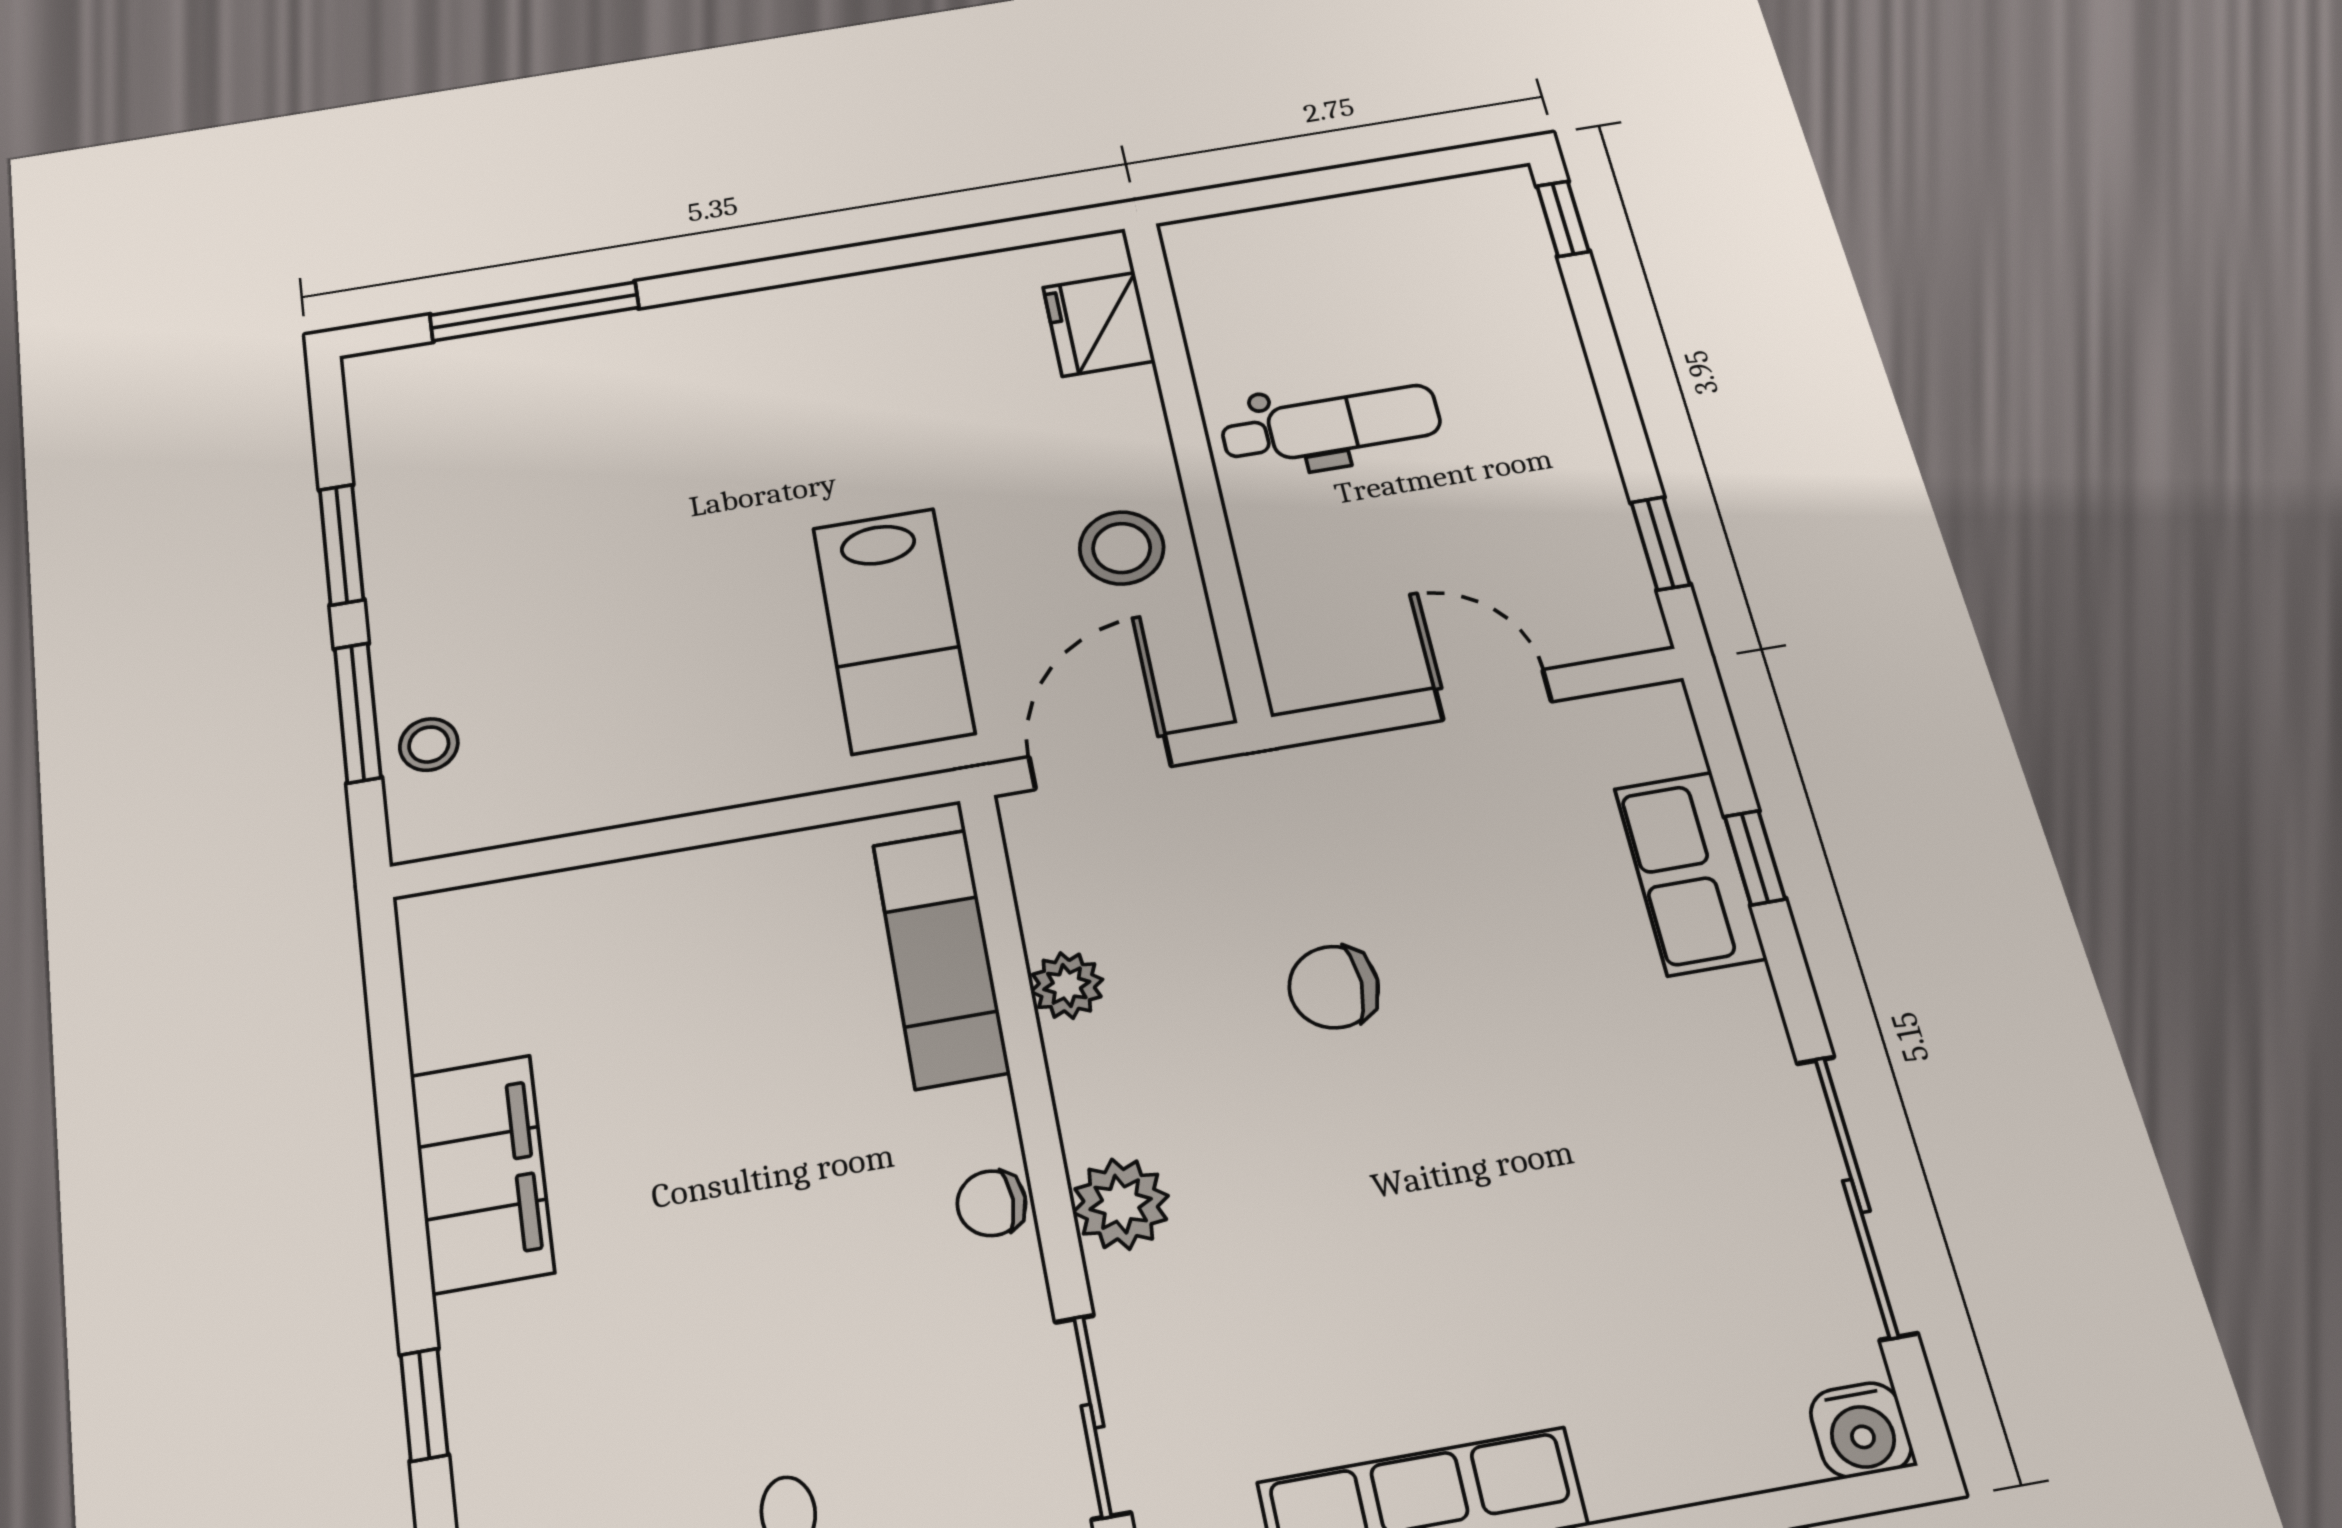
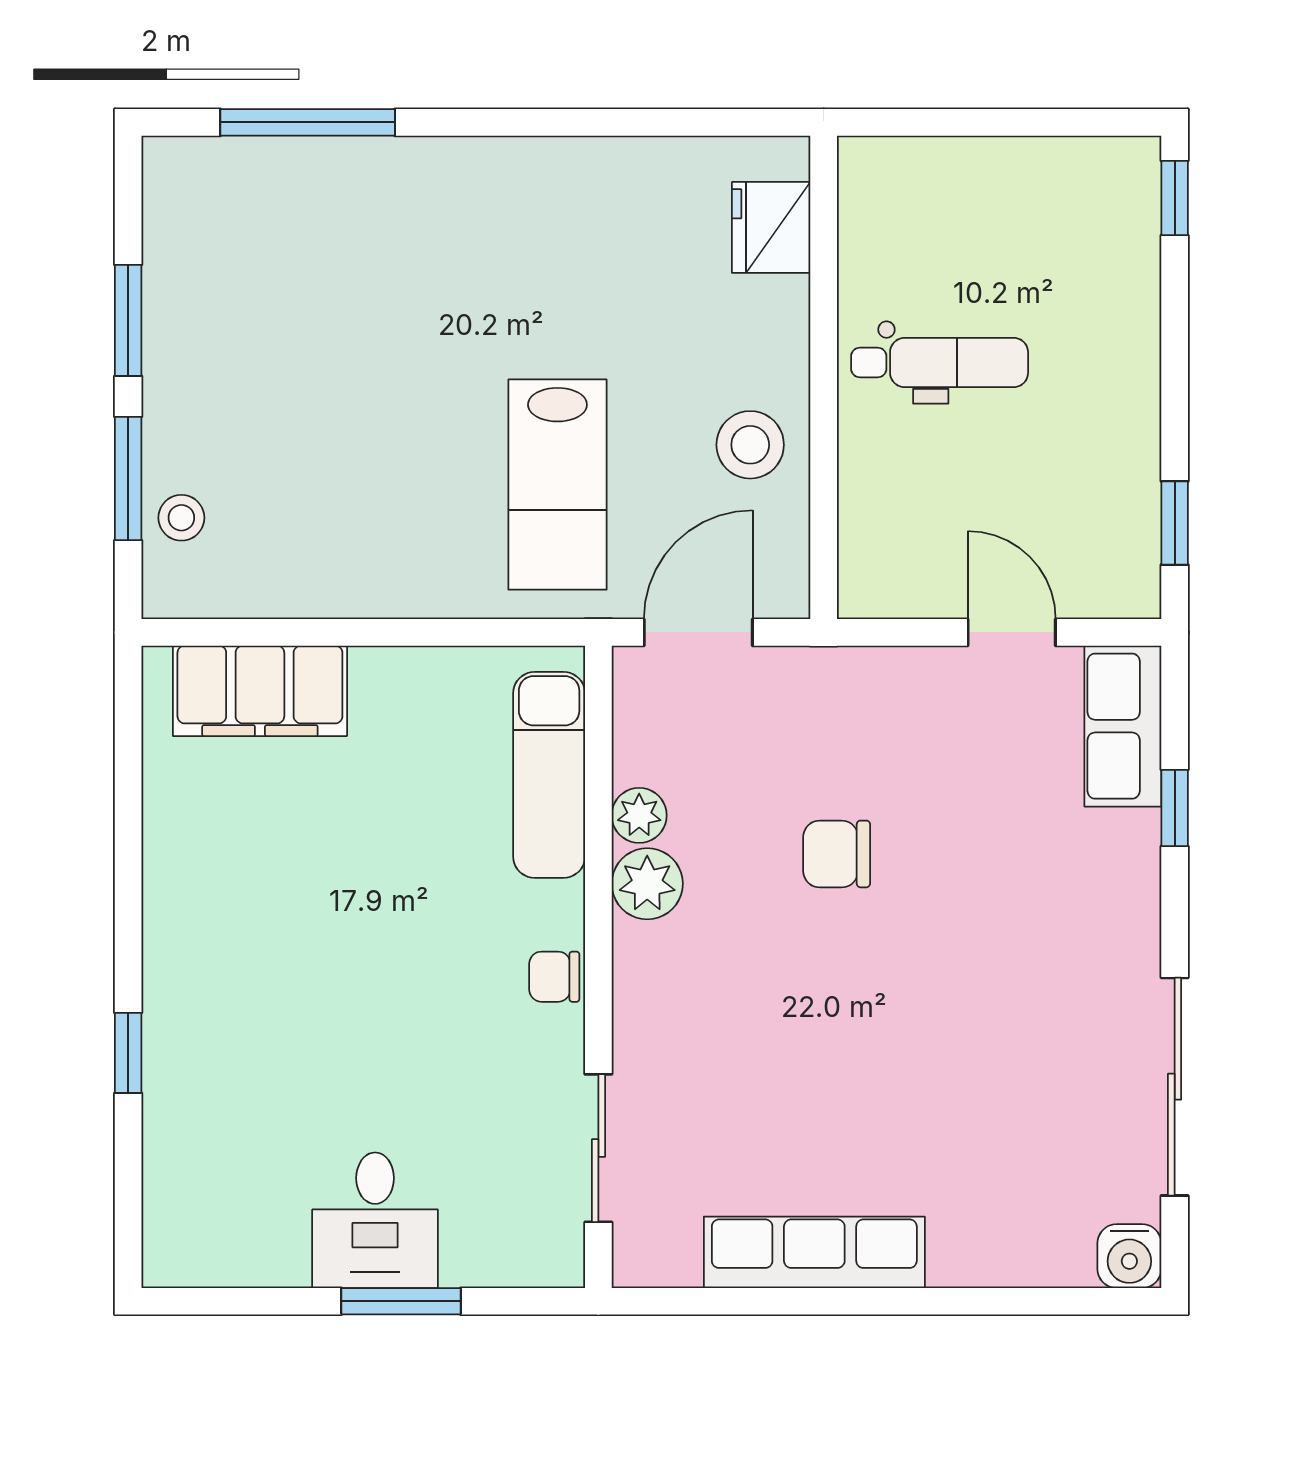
row of seats: (1690, 873) -> (1123, 726), moved
filing cabinet: (482, 1173) -> (260, 691), moved, turned 90
plant: (1121, 1204) -> (647, 884), moved

